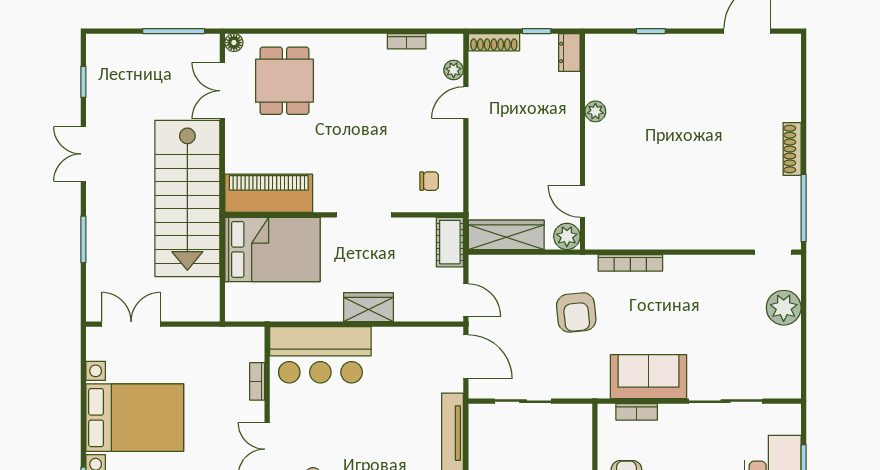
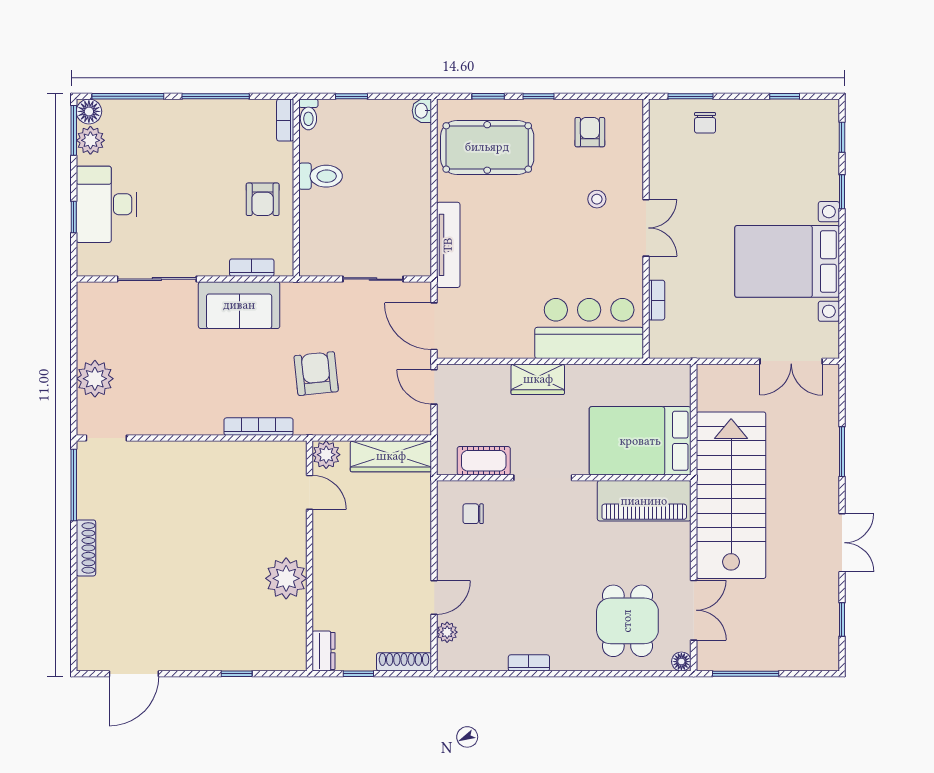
bookcase: (407, 41) -> (529, 663), moved
plant: (595, 111) -> (286, 578), width x1.88, depth x1.88
cot: (450, 242) -> (484, 461), moved, turned 90

